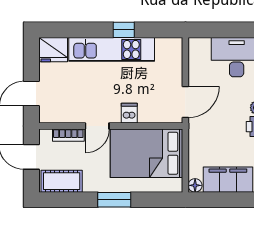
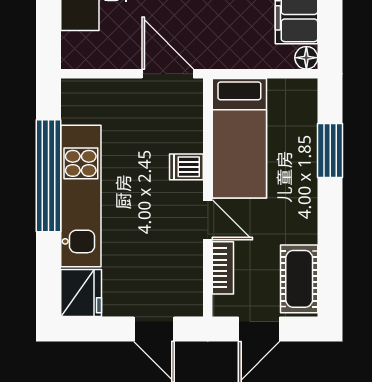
window: (124, 30) -> (48, 176), width x3.17
bed: (146, 153) -> (239, 138), width x0.67
window: (114, 200) -> (330, 150), moved

